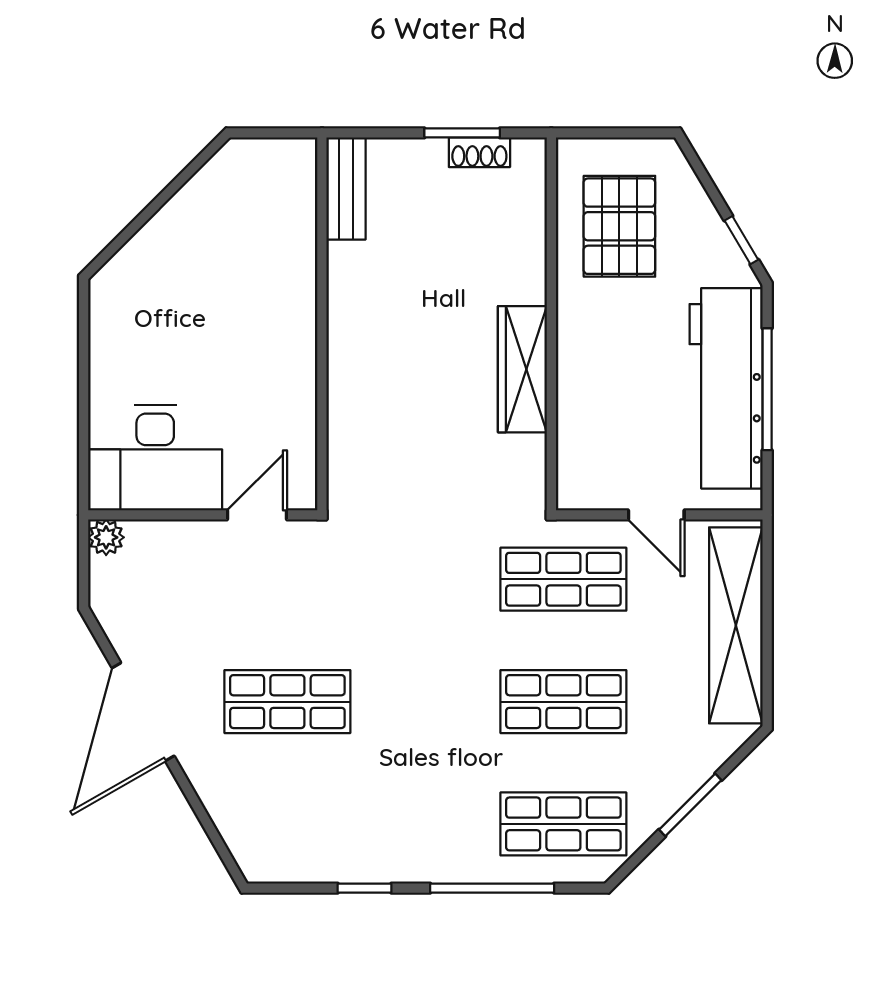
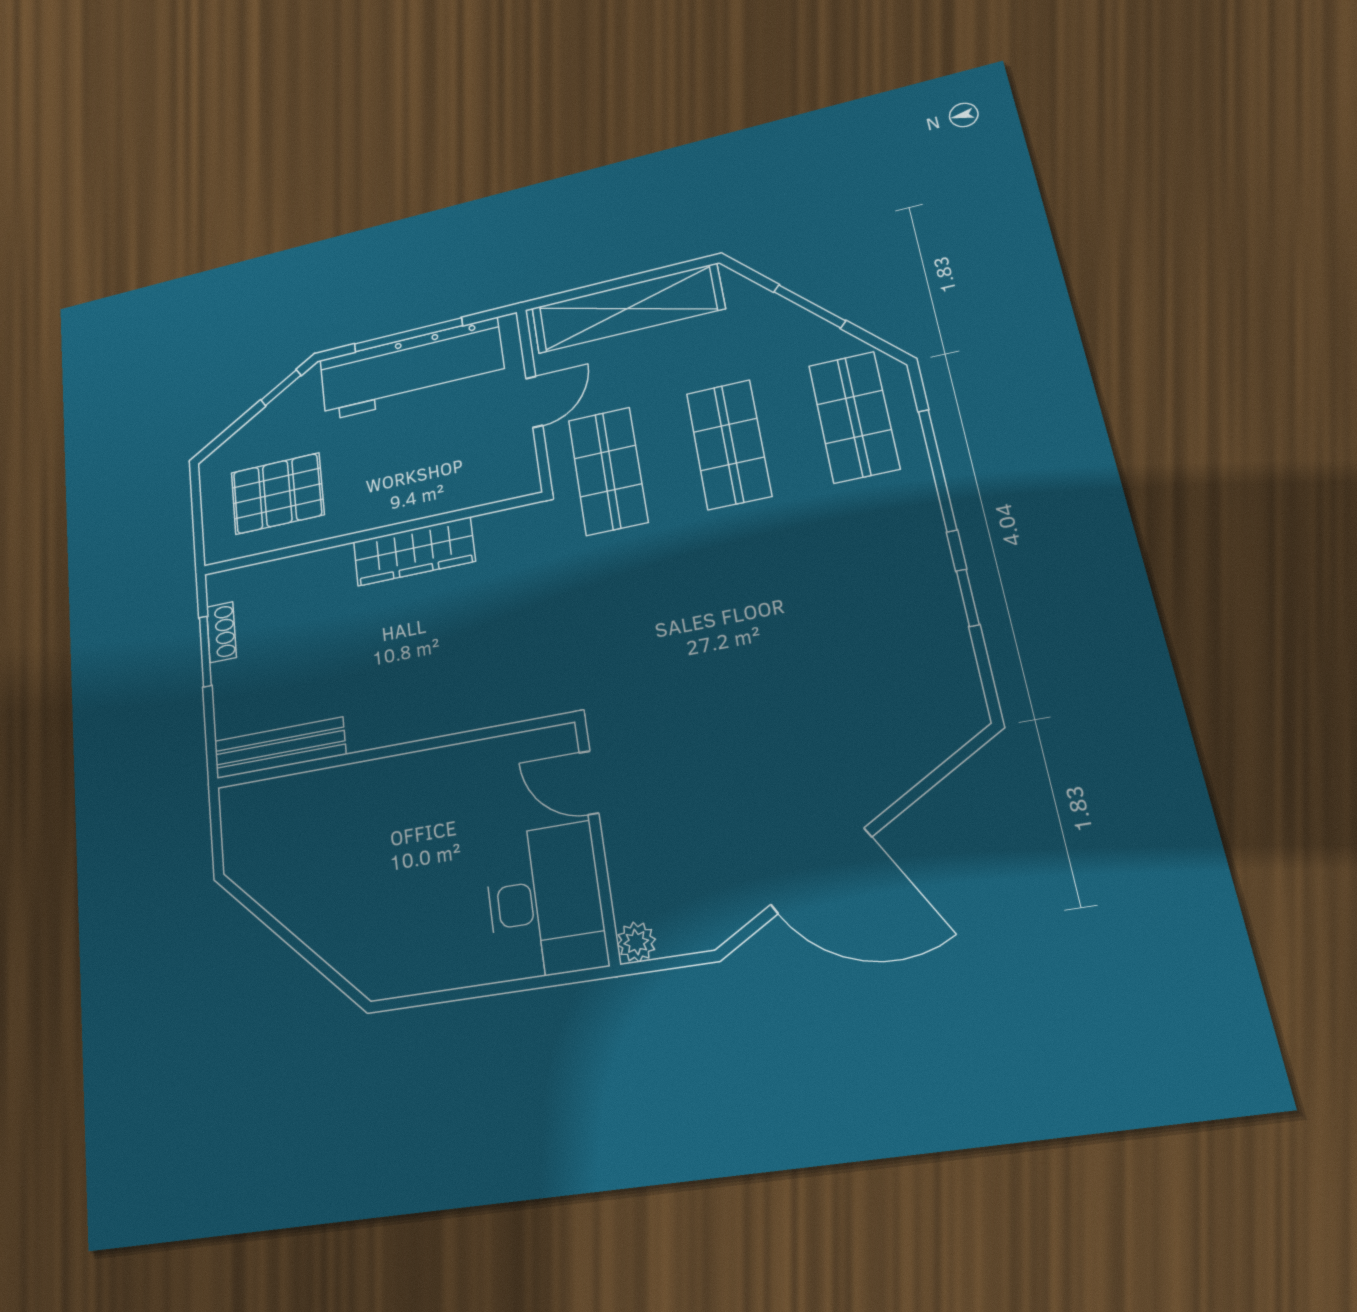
bench: (346, 188) -> (280, 748), width x1.36
shop shelf: (287, 702) -> (780, 716), removed

